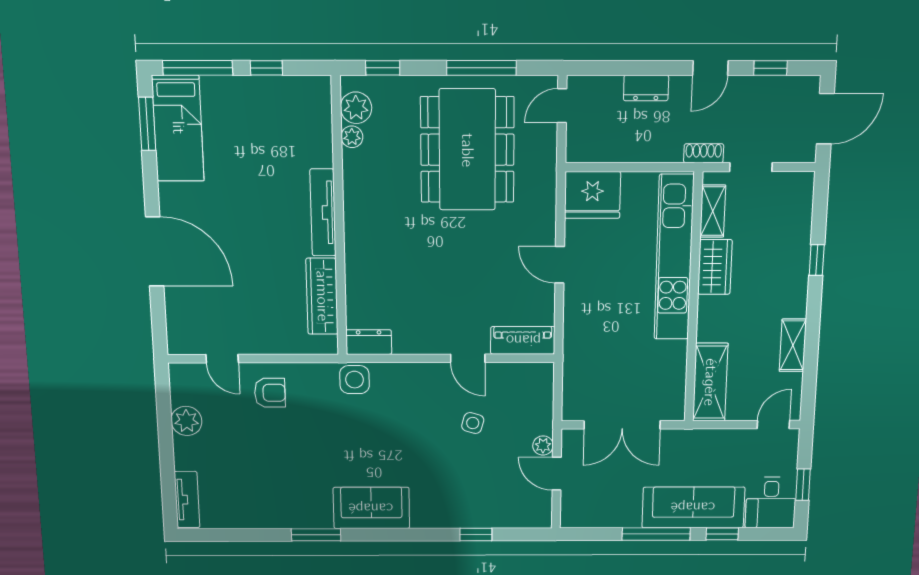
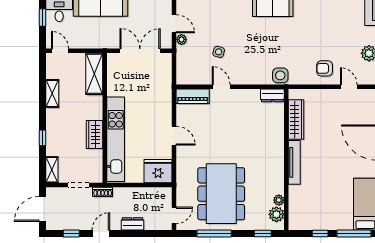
shelving: (713, 211) -> (52, 170), moved
door: (773, 425) -> (60, 51), swing flipped

